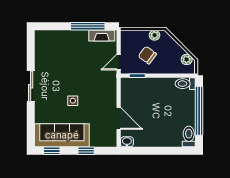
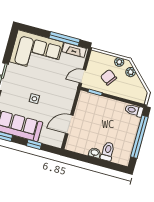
corner sofa: (61, 49) -> (36, 52), added
plant: (187, 59) -> (131, 72), moved
door: (119, 118) -> (69, 124), swing flipped
toilet: (189, 137) -> (108, 151), moved
washbasin: (127, 142) -> (95, 153), moved

